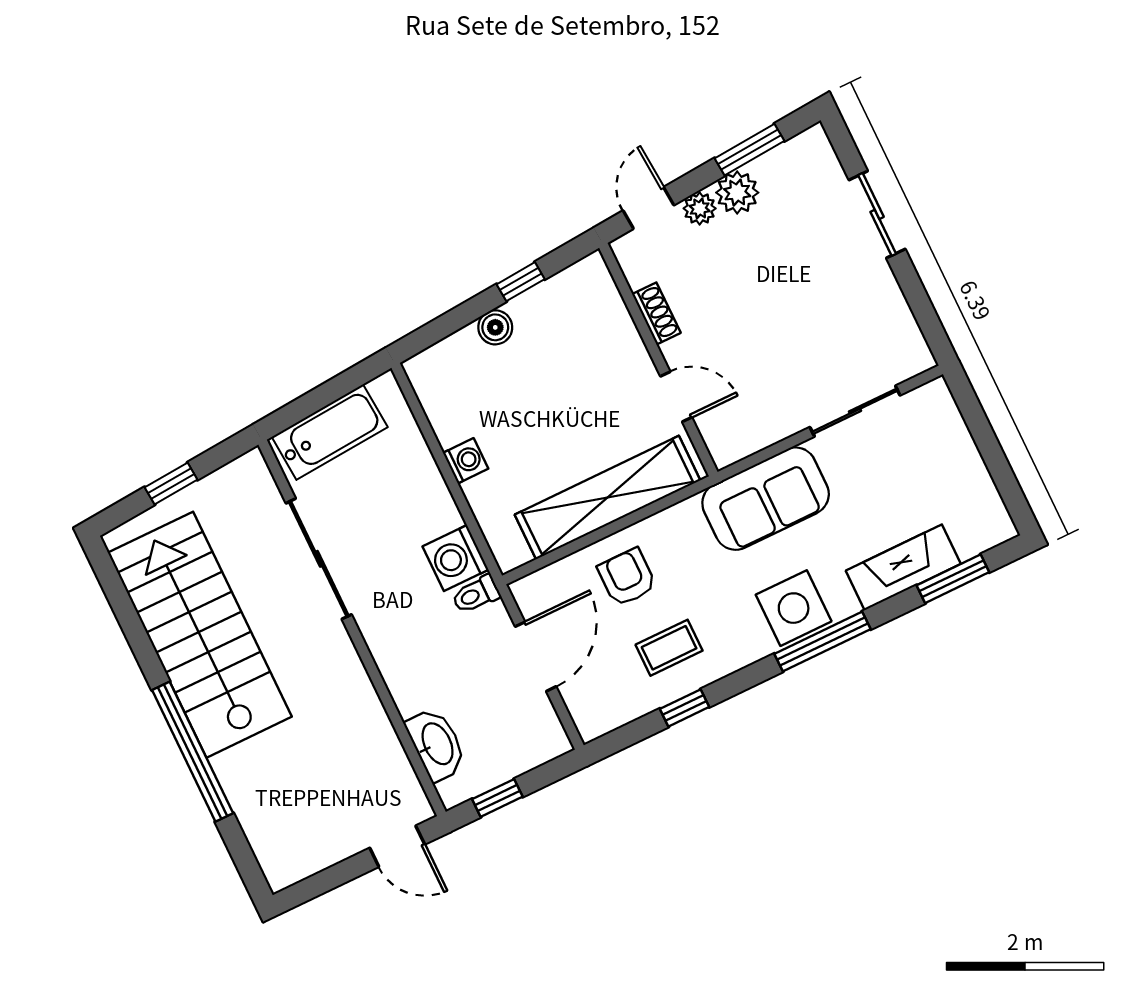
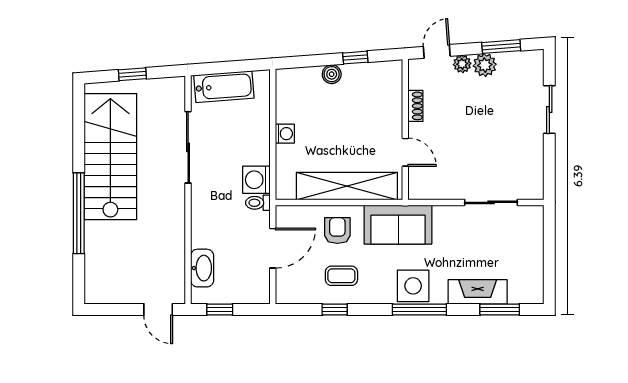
sofa: (766, 499) -> (398, 225), moved

